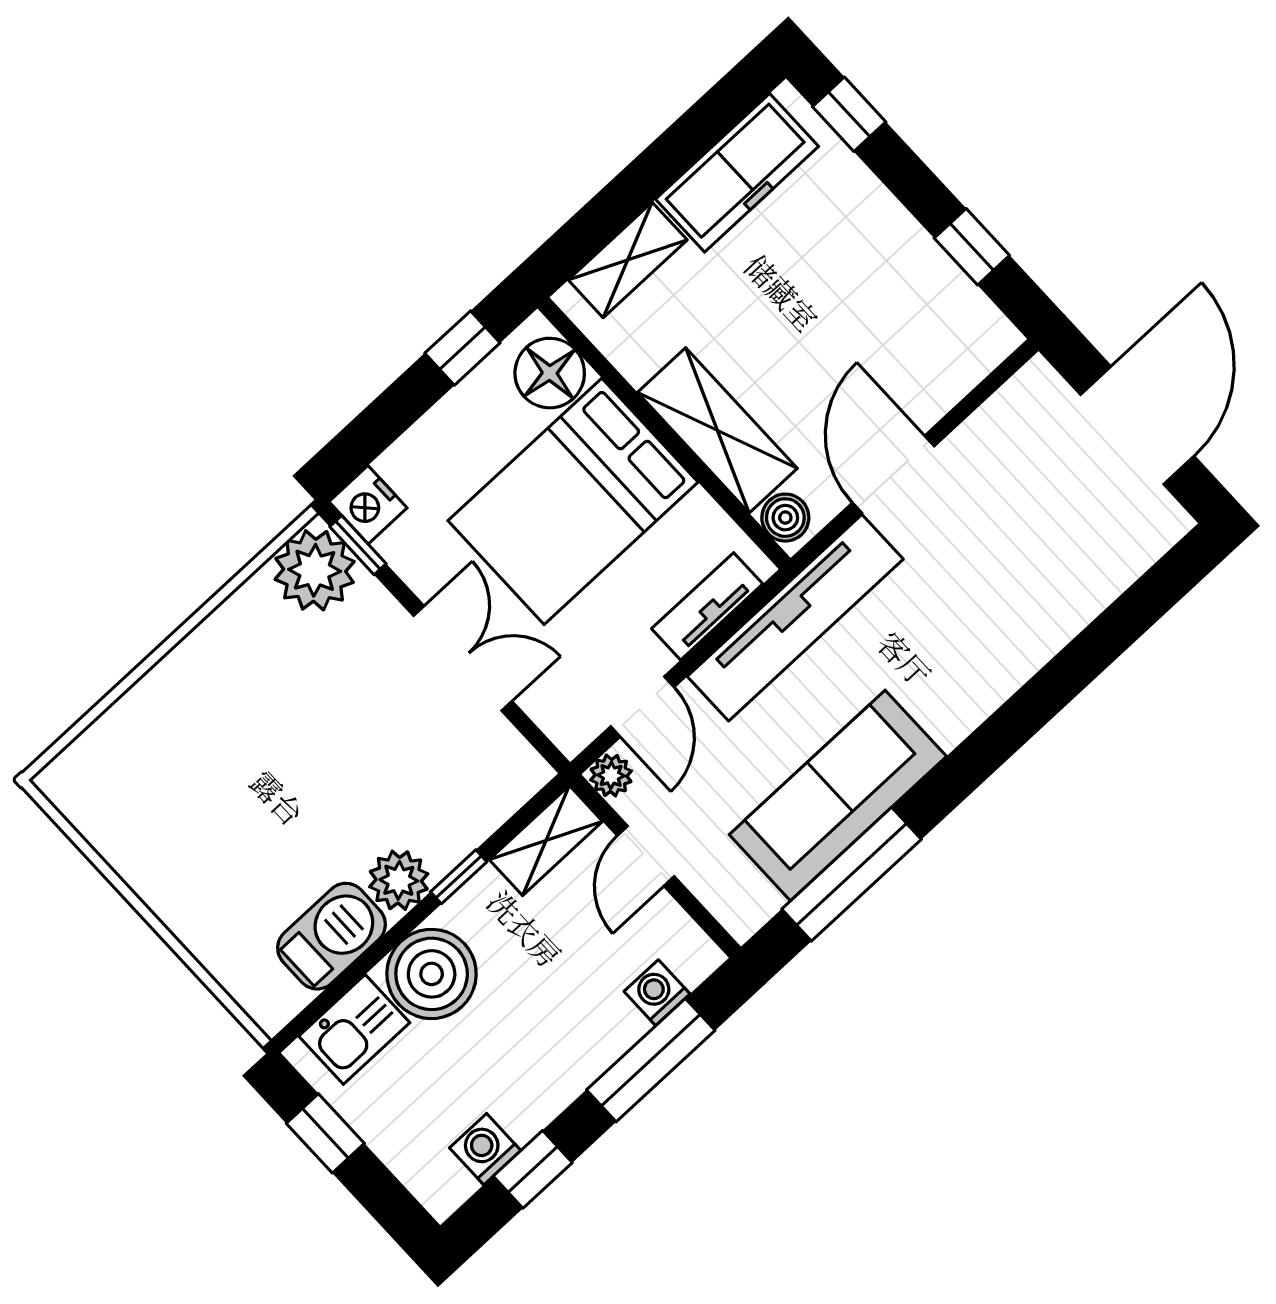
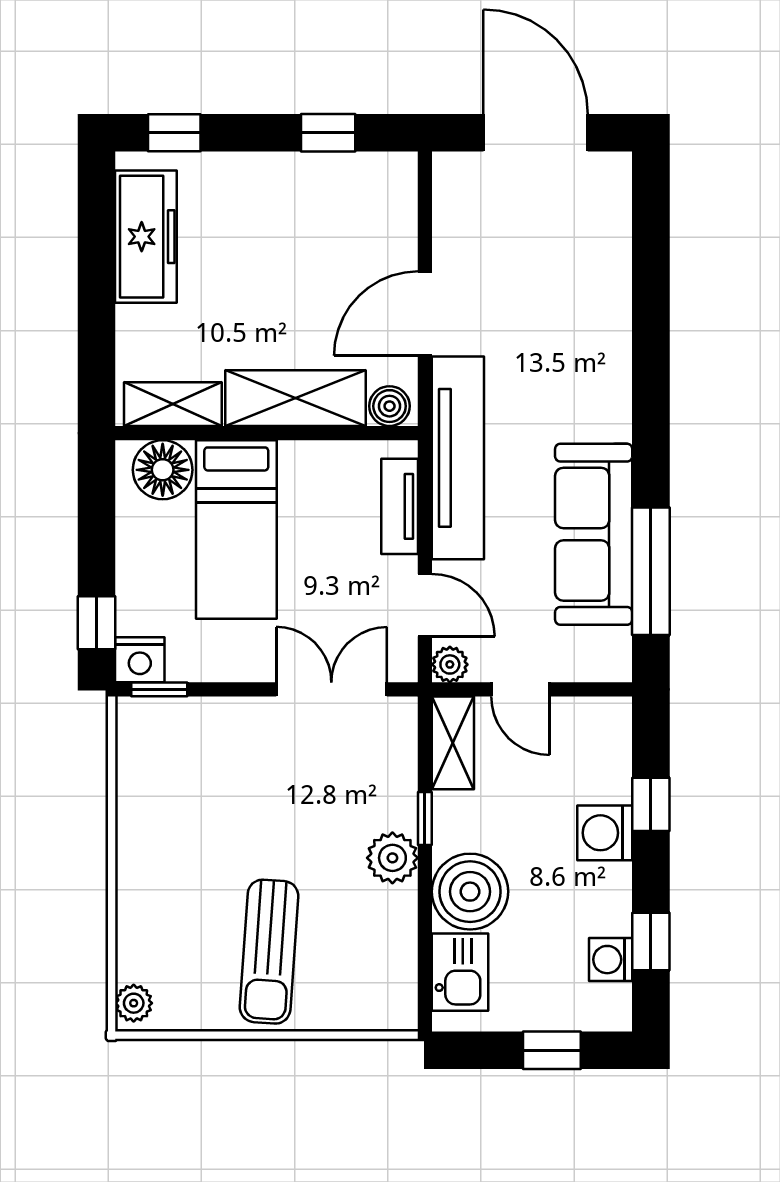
shelving: (628, 260) -> (173, 404), moved, turned 90
window: (462, 348) -> (97, 623), moved
door: (893, 474) -> (425, 314), hinge flipped
bed: (573, 501) -> (236, 530), width x0.67
plant: (315, 570) -> (134, 1003), moved, width x0.53, depth x0.53
double door: (463, 658) -> (331, 689), moved
sun lounger: (220, 849) -> (269, 952), added
barbecue: (331, 936) -> (388, 932), removed
washing machine: (657, 993) -> (605, 833), moved, width x1.38, depth x1.38
window: (651, 1060) -> (651, 804), width x0.46
window: (325, 1133) -> (552, 1050), moved

